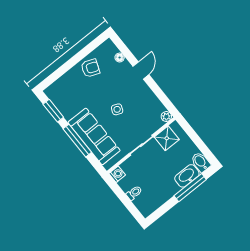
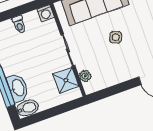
plant: (166, 117) -> (85, 76), moved

